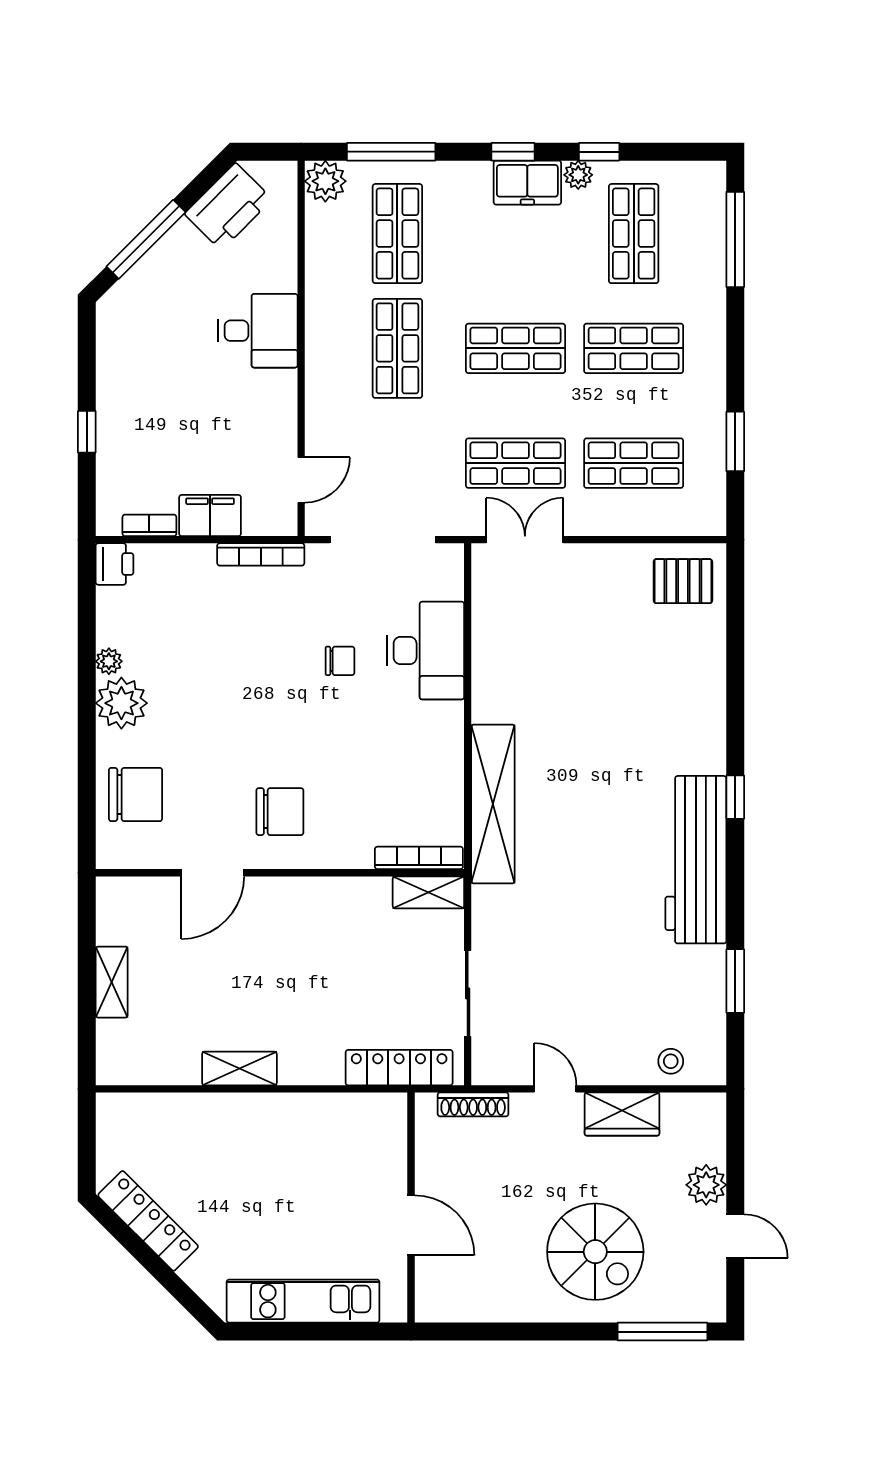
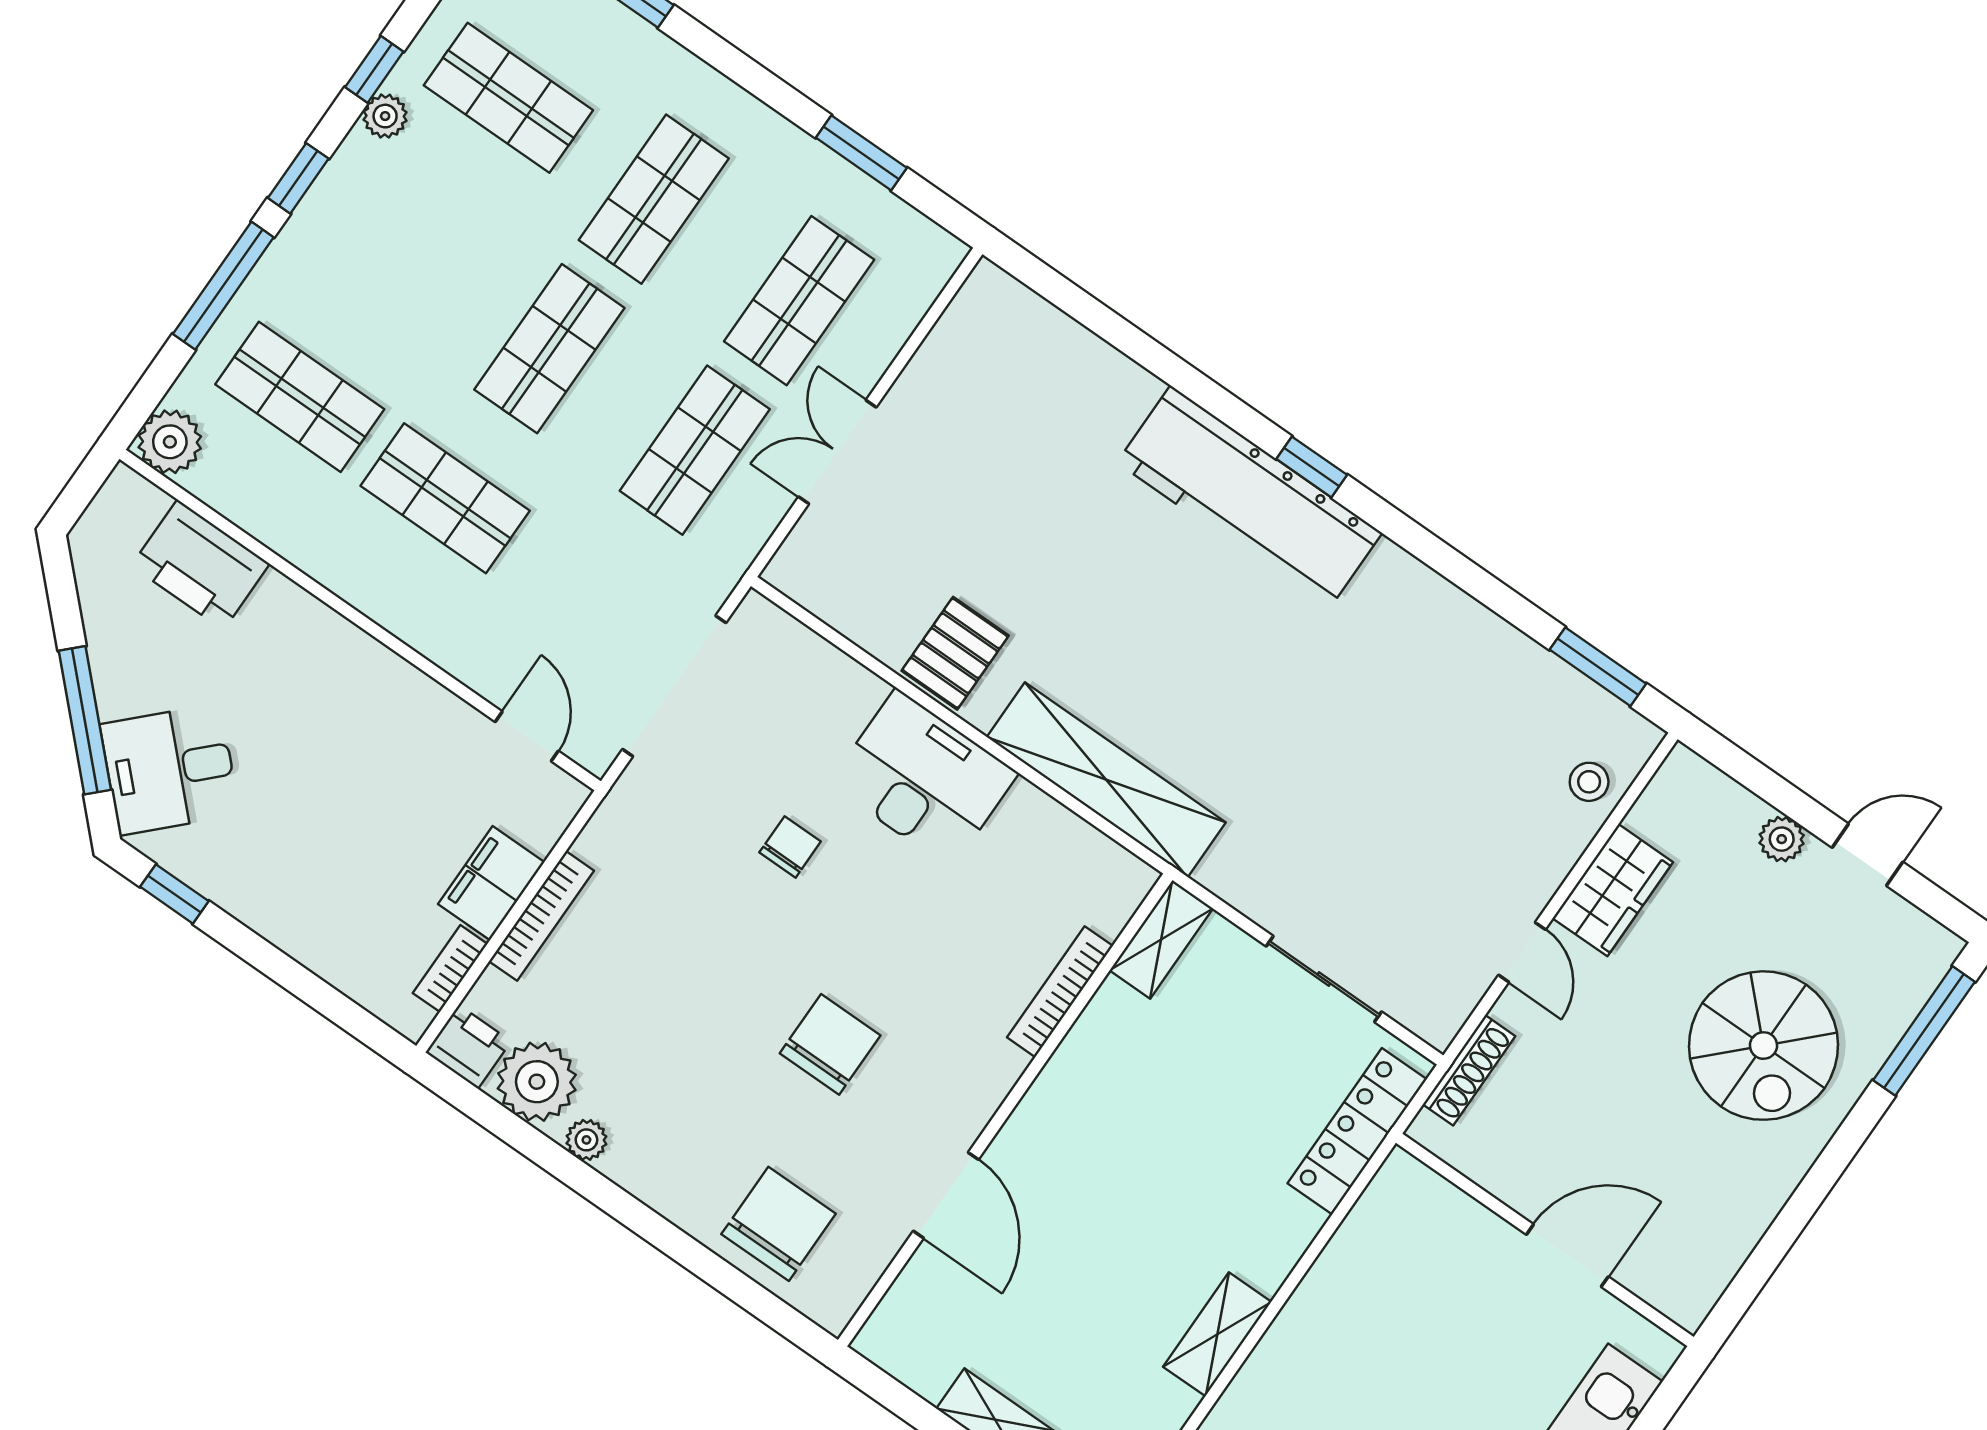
window: (391, 152) -> (223, 286), moved
freezer: (527, 183) -> (350, 187), removed
printer: (228, 207) -> (200, 565), moved, turned 135
desk: (258, 331) -> (170, 769), moved, turned -135
window: (87, 432) -> (174, 894), moved
double door: (525, 540) -> (837, 452), moved
bookcase: (261, 554) -> (541, 916), moved
pallet: (683, 581) -> (955, 653), moved
desk: (426, 651) -> (923, 779), moved
plant: (121, 703) -> (537, 1082), moved
chair: (280, 812) -> (830, 1044), moved
bookcase: (419, 858) -> (1060, 992), moved
workbench: (696, 860) -> (1250, 498), moved
window: (735, 981) -> (1598, 667), moved
door: (555, 1089) -> (1522, 952), swing flipped
plant: (706, 1185) -> (1782, 839), width x0.73, depth x0.73
spiral stairs: (595, 1252) -> (1763, 1046), turned 90

